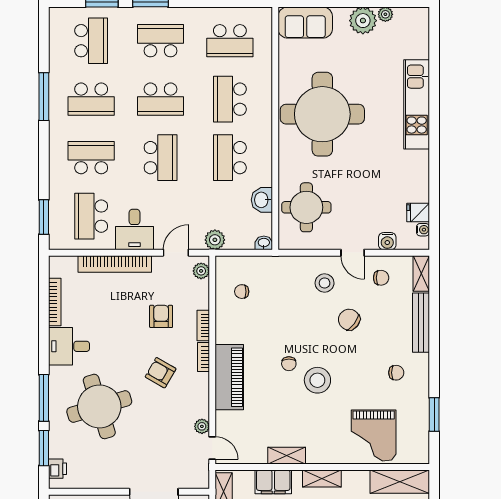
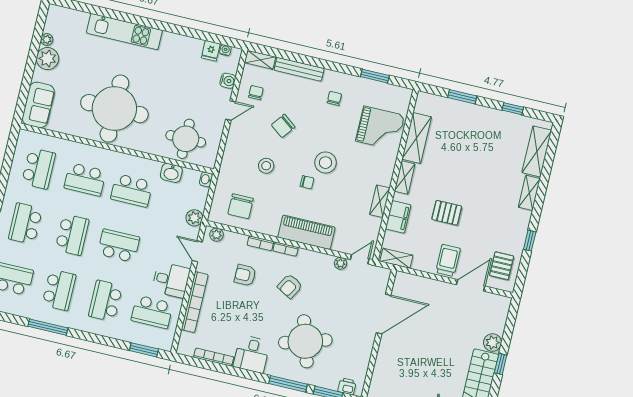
stool: (325, 283) -> (266, 166), moved
chair: (242, 292) -> (241, 206), width x1.87, depth x1.87
shelving: (400, 482) -> (417, 138), moved

